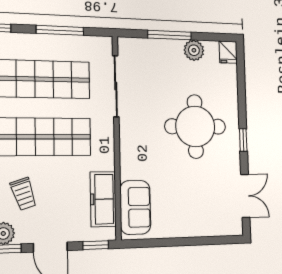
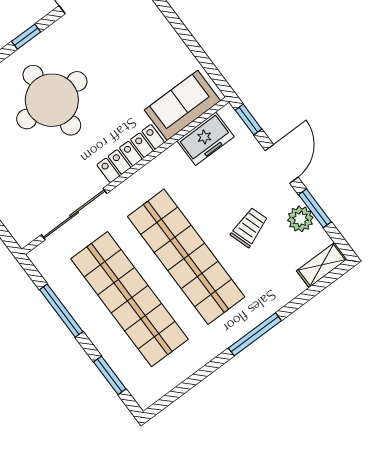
locker: (128, 151) -> (131, 154), added
freezer: (103, 199) -> (206, 139), width x0.71

